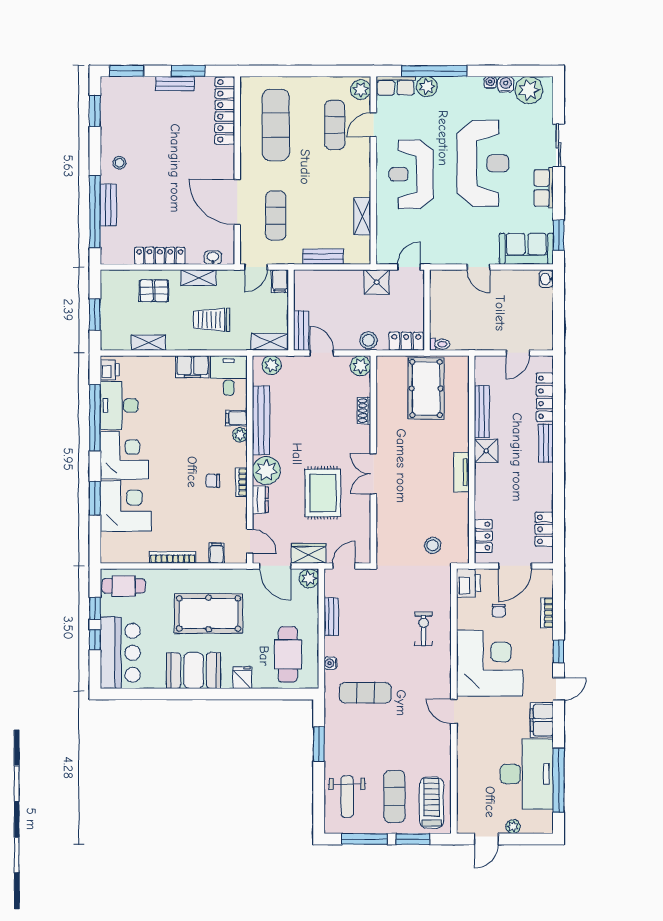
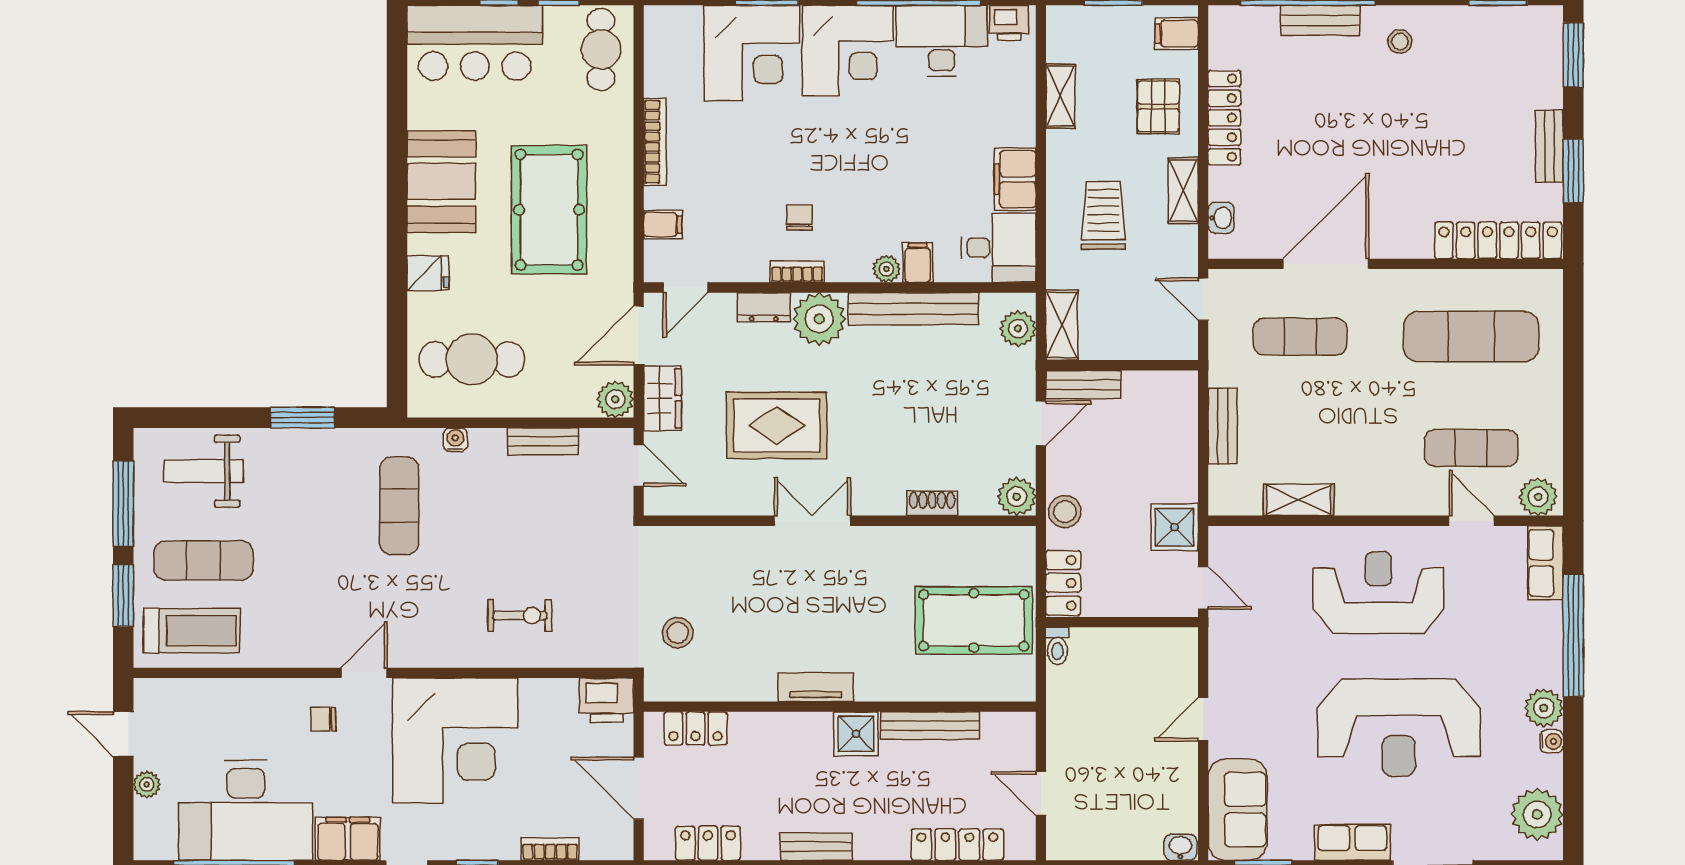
water cooler: (506, 84) -> (1548, 771), removed
plant: (427, 87) -> (1544, 708), moved
filing cabinet: (280, 281) -> (1177, 34), moved
bench: (546, 443) -> (816, 847), moved
chair: (499, 611) -> (323, 719), moved

